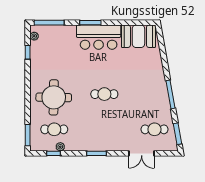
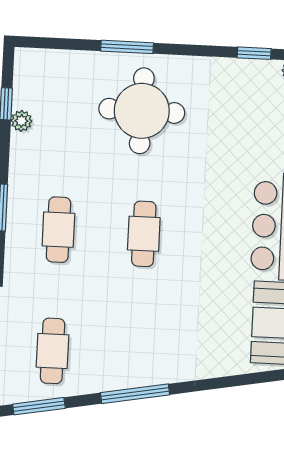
cafe table: (54, 129) -> (58, 230), moved
window: (28, 135) -> (127, 47), moved

